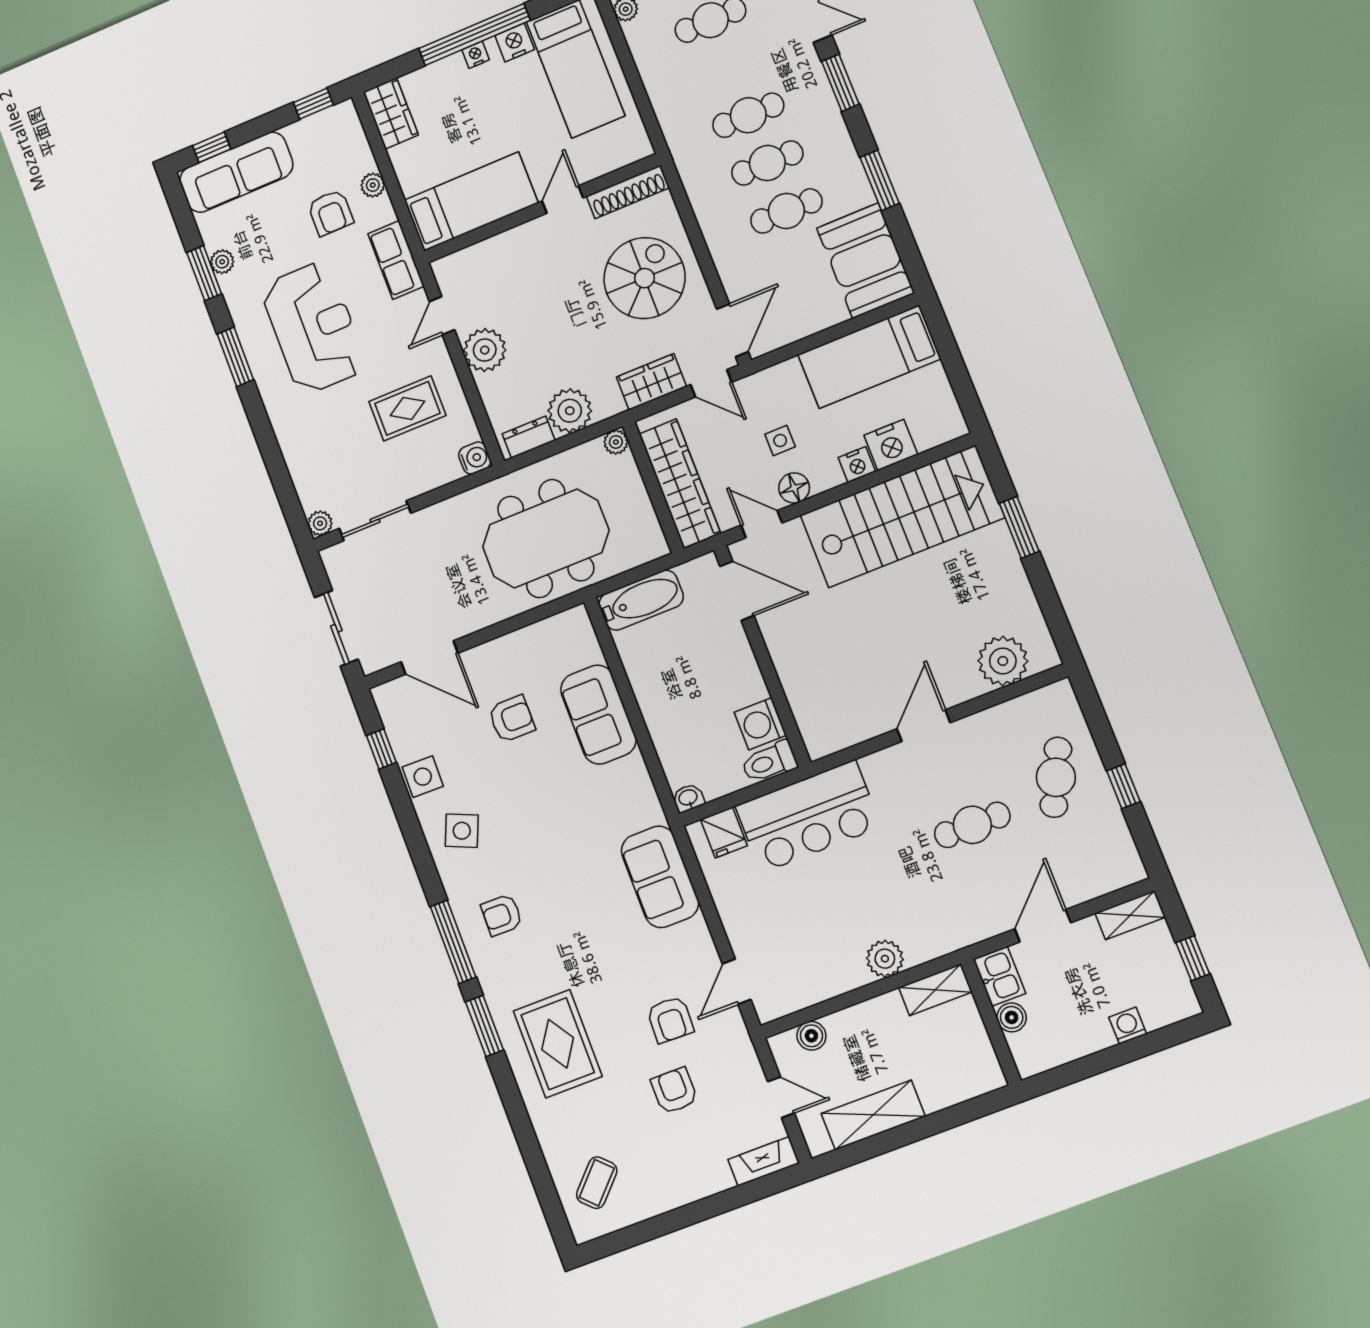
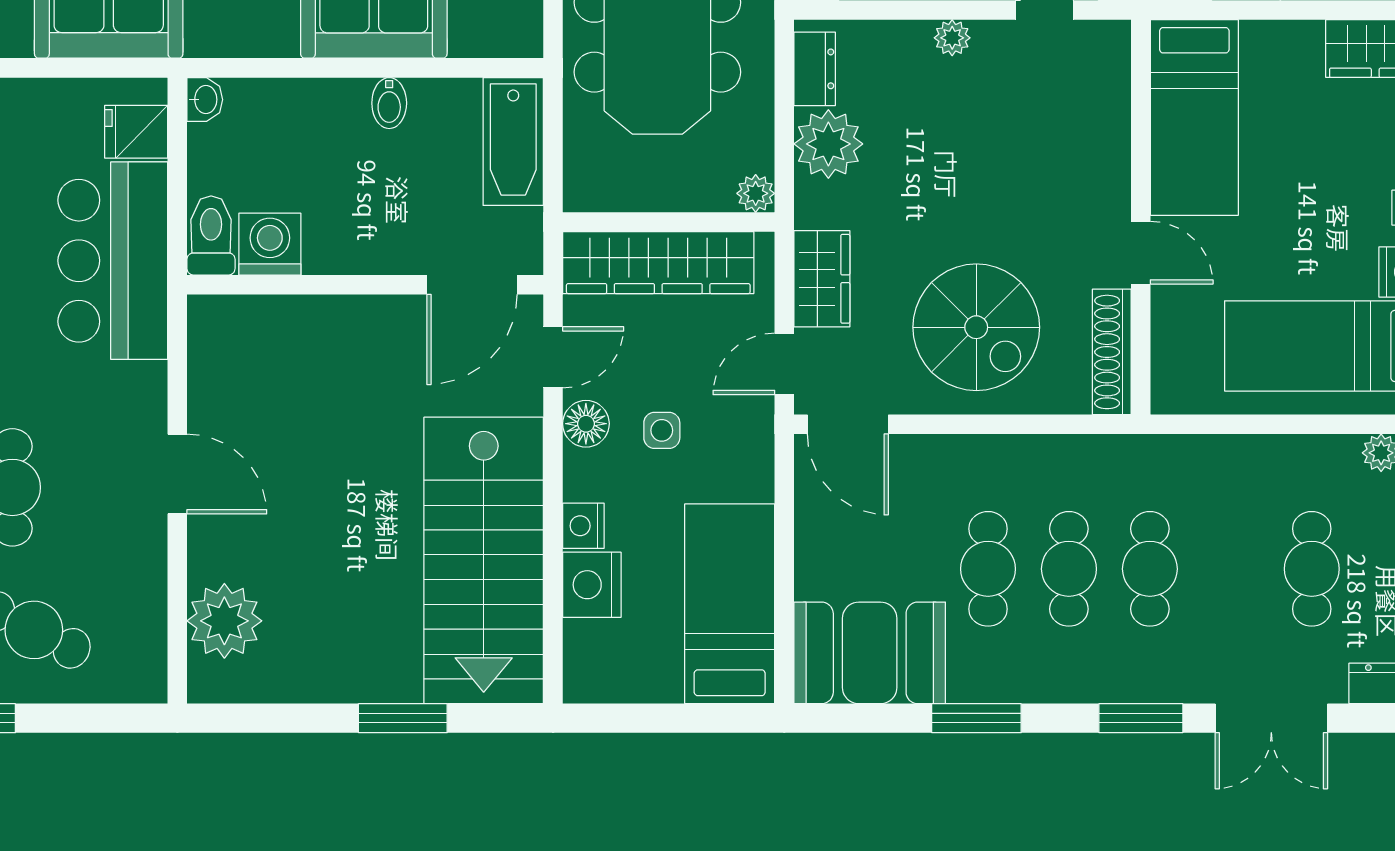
plant: (485, 350) -> (952, 38), width x0.53, depth x0.53
bidet: (647, 685) -> (389, 103), added

